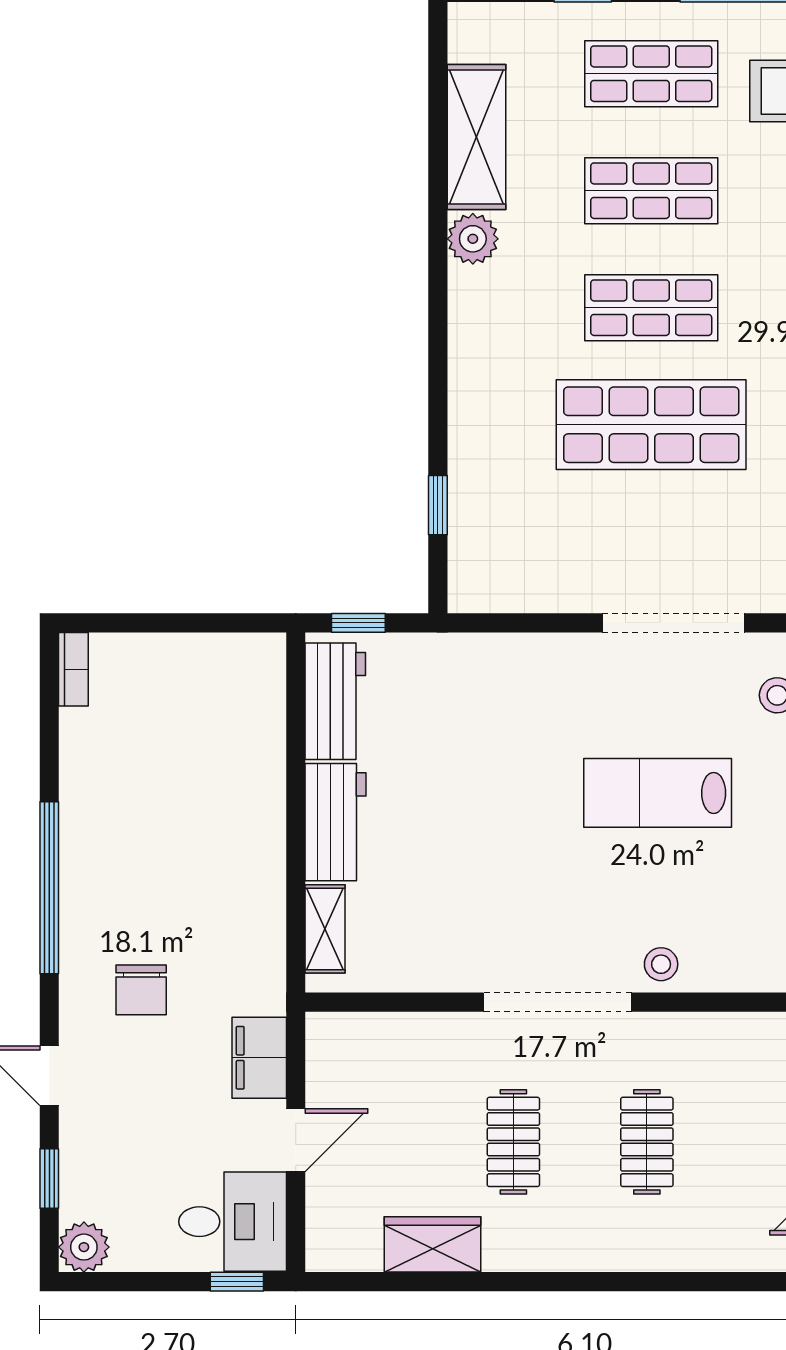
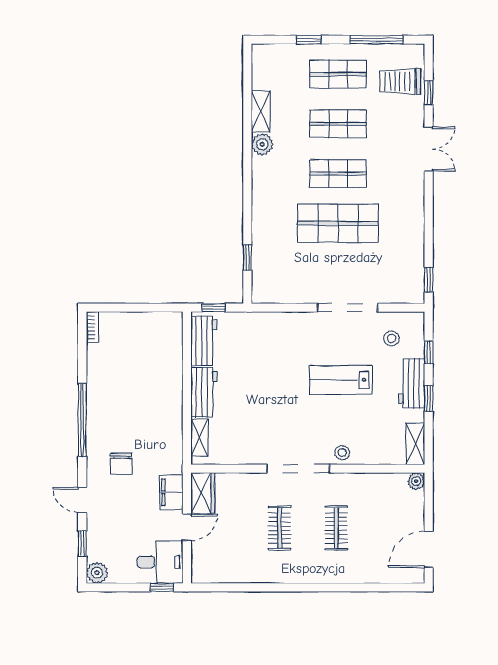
shelving: (476, 137) -> (261, 111), width x0.67, depth x0.75
wardrobe: (433, 1244) -> (203, 493), moved, turned 90

